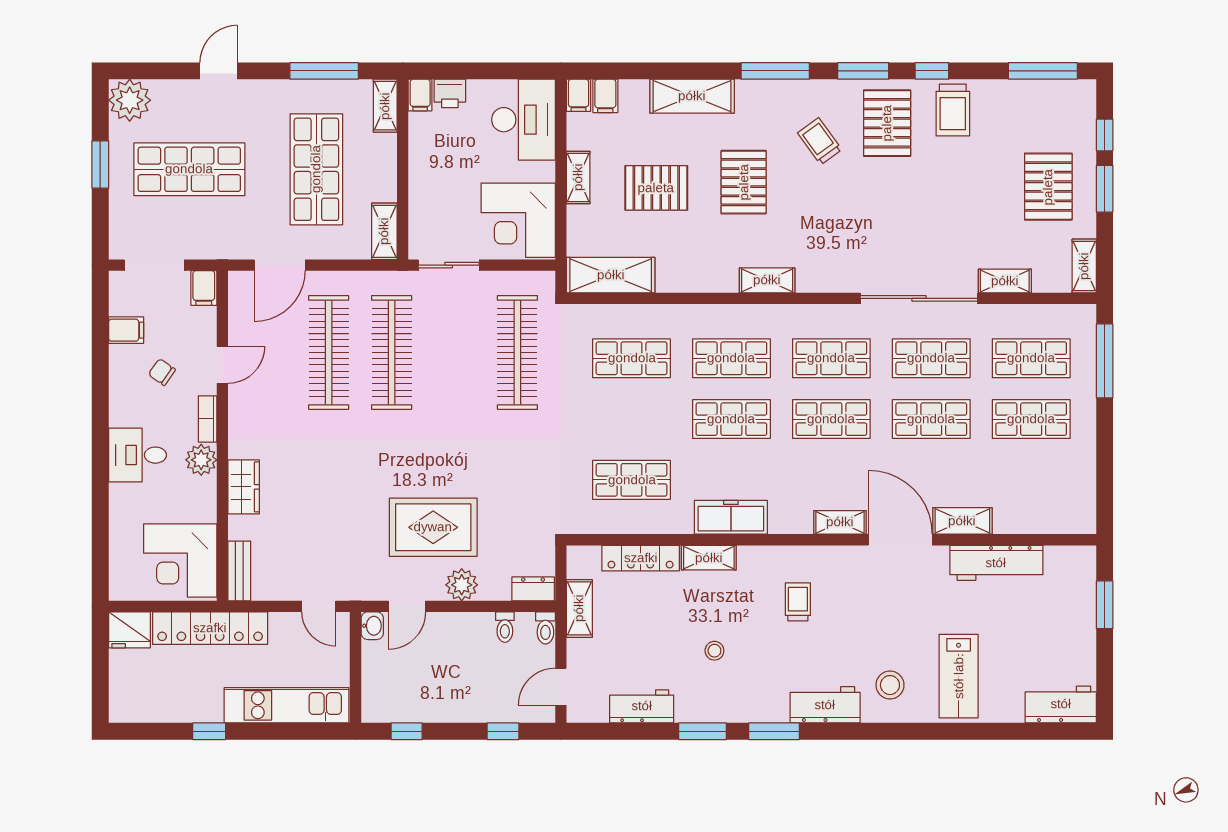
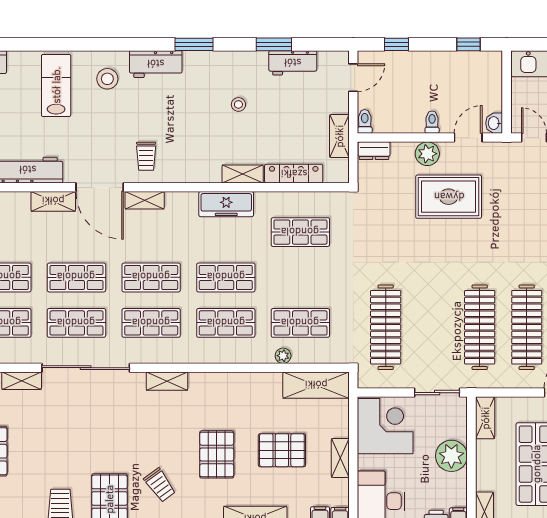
plant: (429, 180) -> (451, 456), added
shelving: (767, 280) -> (167, 381), moved
plant: (655, 314) -> (283, 356), added
trolley: (798, 602) -> (146, 156), moved
toilet: (505, 627) -> (432, 122), moved
window: (703, 731) -> (274, 44), moved

